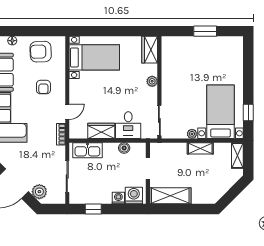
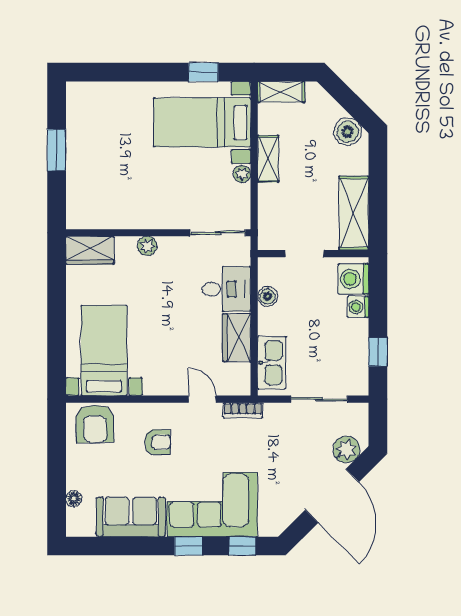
armchair: (41, 52) -> (95, 424), moved
boiler: (215, 192) -> (348, 132), added

